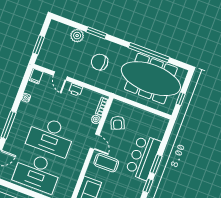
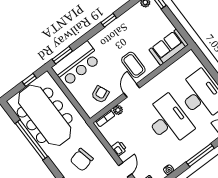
chair: (100, 62) -> (82, 160), turned 77
bar counter: (143, 157) -> (77, 64), moved
window: (156, 164) -> (62, 55), moved

